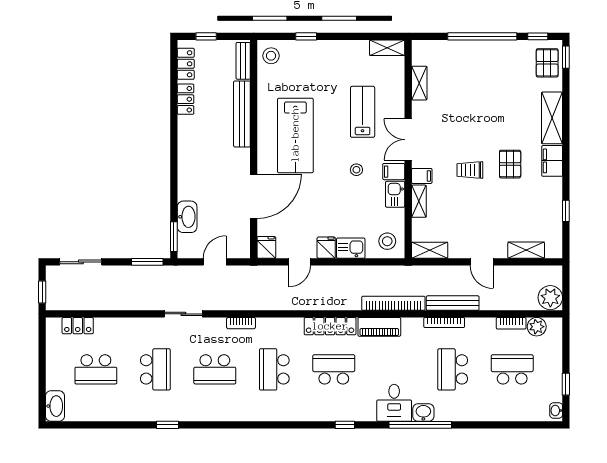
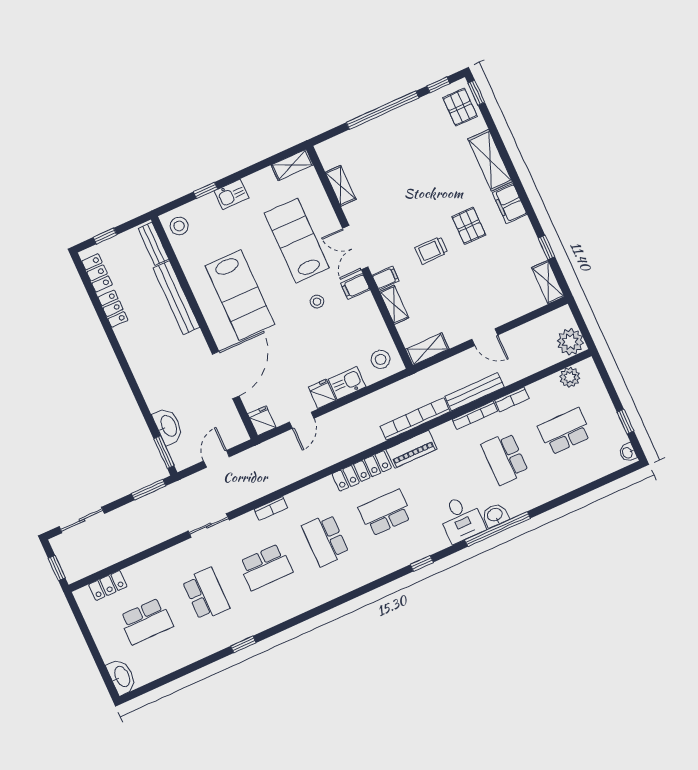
lab bench: (363, 112) -> (297, 241), width x1.36, depth x1.39
kitchen sink: (395, 194) -> (232, 194), moved, turned -90
shelving: (526, 250) -> (548, 282), moved, turned 90
bookcase: (511, 323) -> (512, 399), moved

